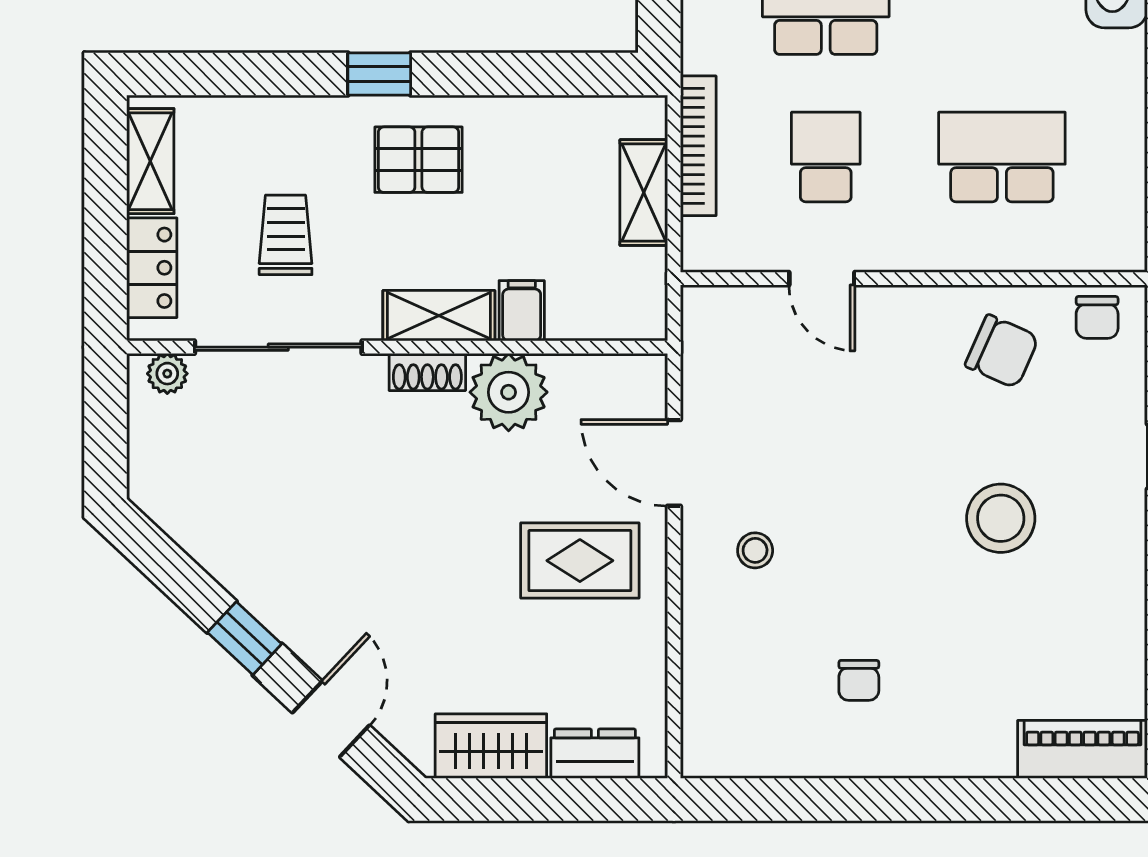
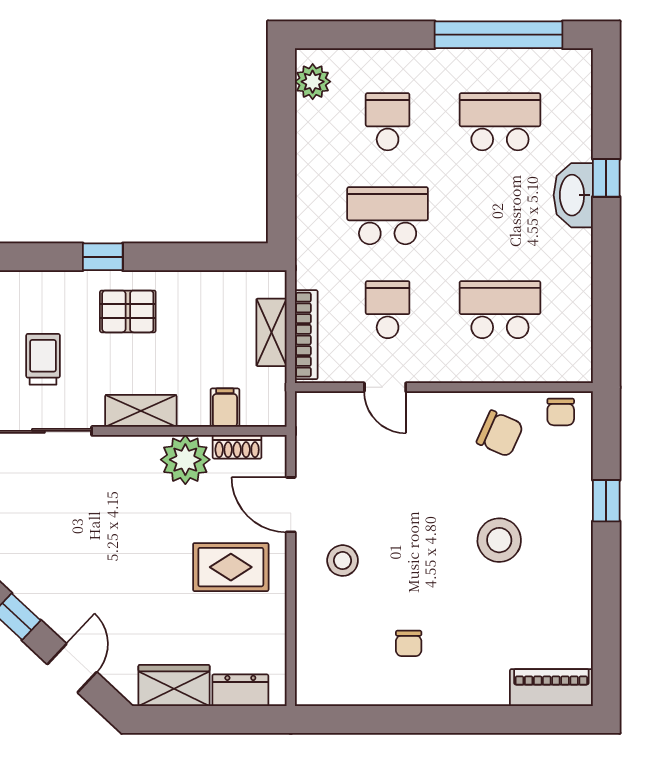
bookcase: (698, 146) -> (306, 335), moved
filing cabinet: (522, 311) -> (225, 408), moved
shoe rack: (427, 372) -> (237, 447), moved
stool: (755, 550) -> (343, 561), width x1.37, depth x1.37

